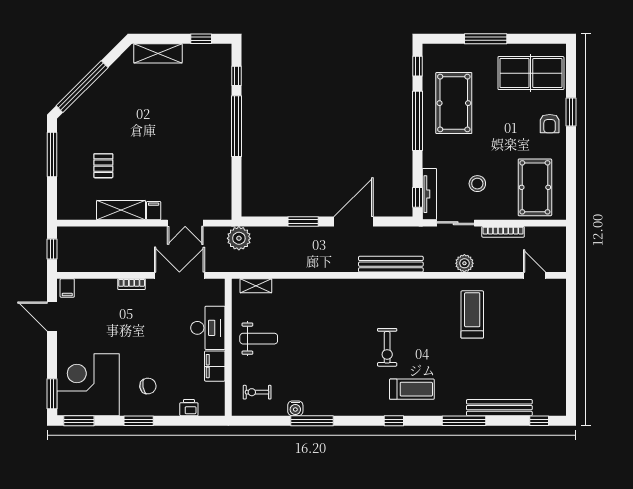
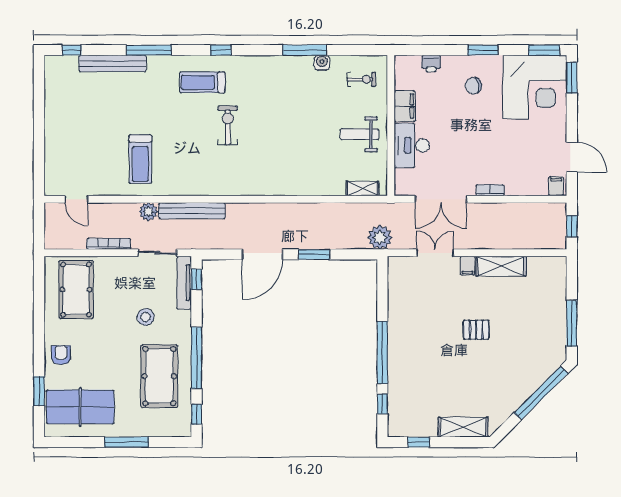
window: (571, 112) -> (39, 391), moved
pallet: (103, 166) -> (476, 330), moved, turned 90
stool: (477, 184) -> (146, 317), moved
bench: (391, 264) -> (192, 211), moved

